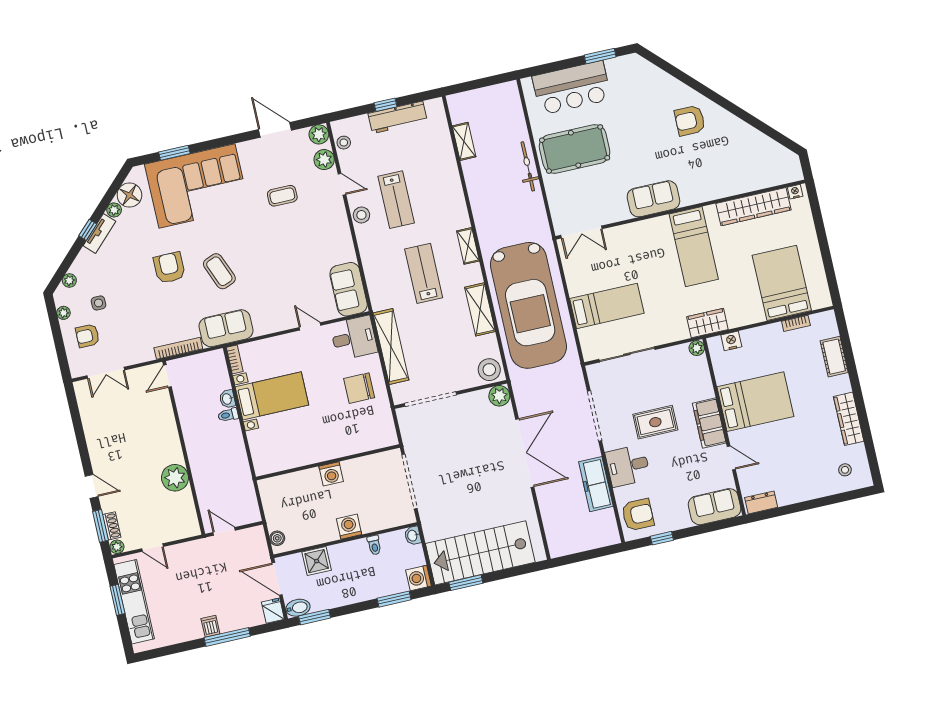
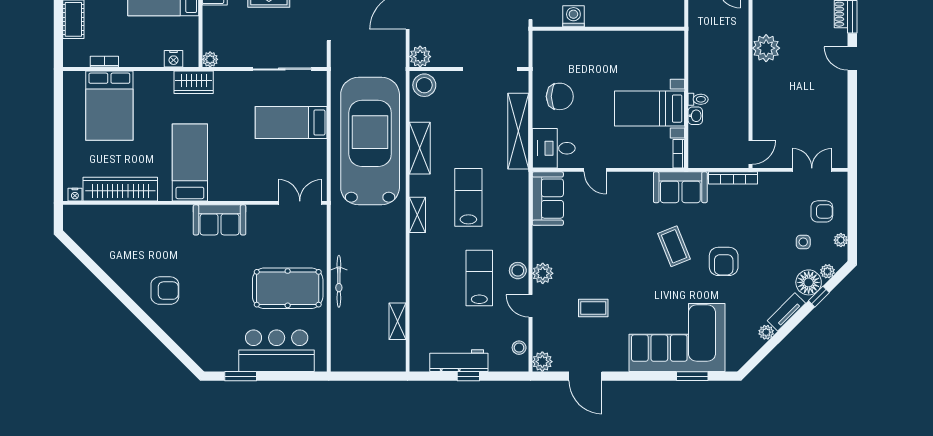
plant: (324, 160) -> (543, 273), moved
floor lamp: (129, 195) -> (809, 282), moved
window: (88, 230) -> (819, 297), moved
lab bench: (424, 273) -> (468, 197), turned 180
washing machine: (331, 474) -> (573, 16), moved

